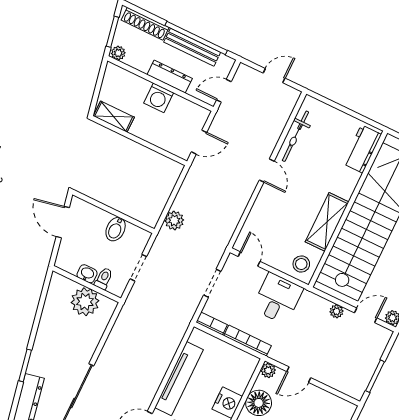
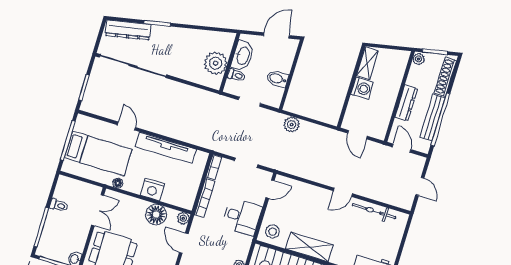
washing machine: (159, 98) -> (362, 88), moved, turned 180
washbasin: (87, 274) -> (243, 56), width x1.91, depth x1.45

